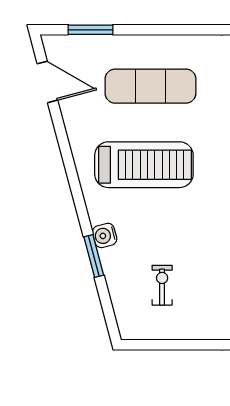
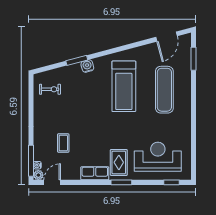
exercise bike: (162, 285) -> (50, 89), moved

